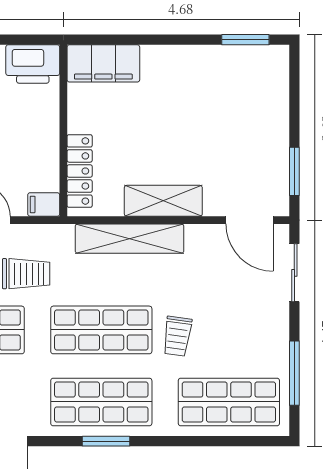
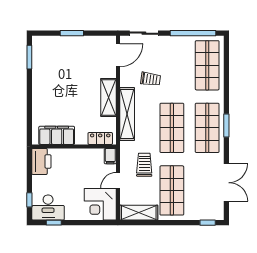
filing cabinet: (103, 63) -> (57, 135), moved, turned -90
locker: (80, 171) -> (100, 138), width x0.66
window: (294, 171) -> (72, 33), moved
trolley: (177, 336) -> (151, 79), moved
window: (294, 373) -> (193, 33), width x1.46

